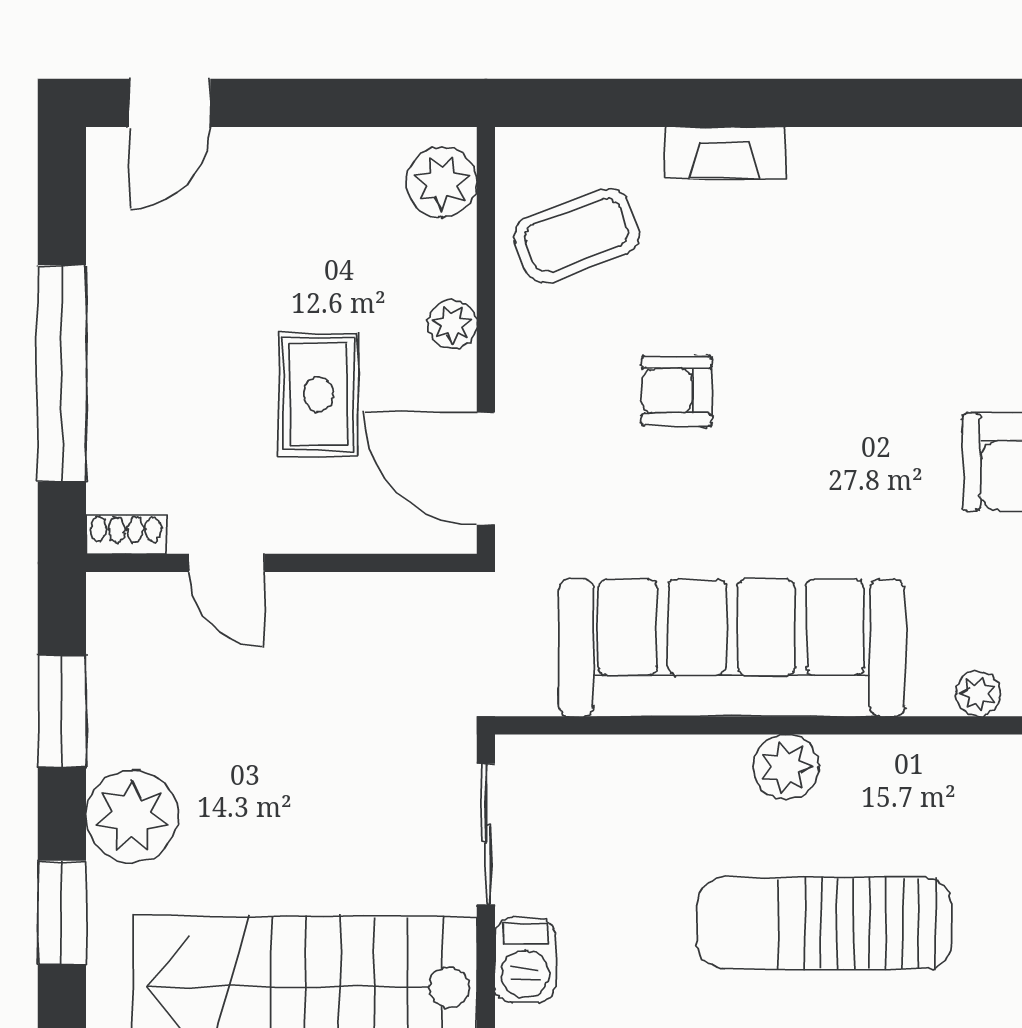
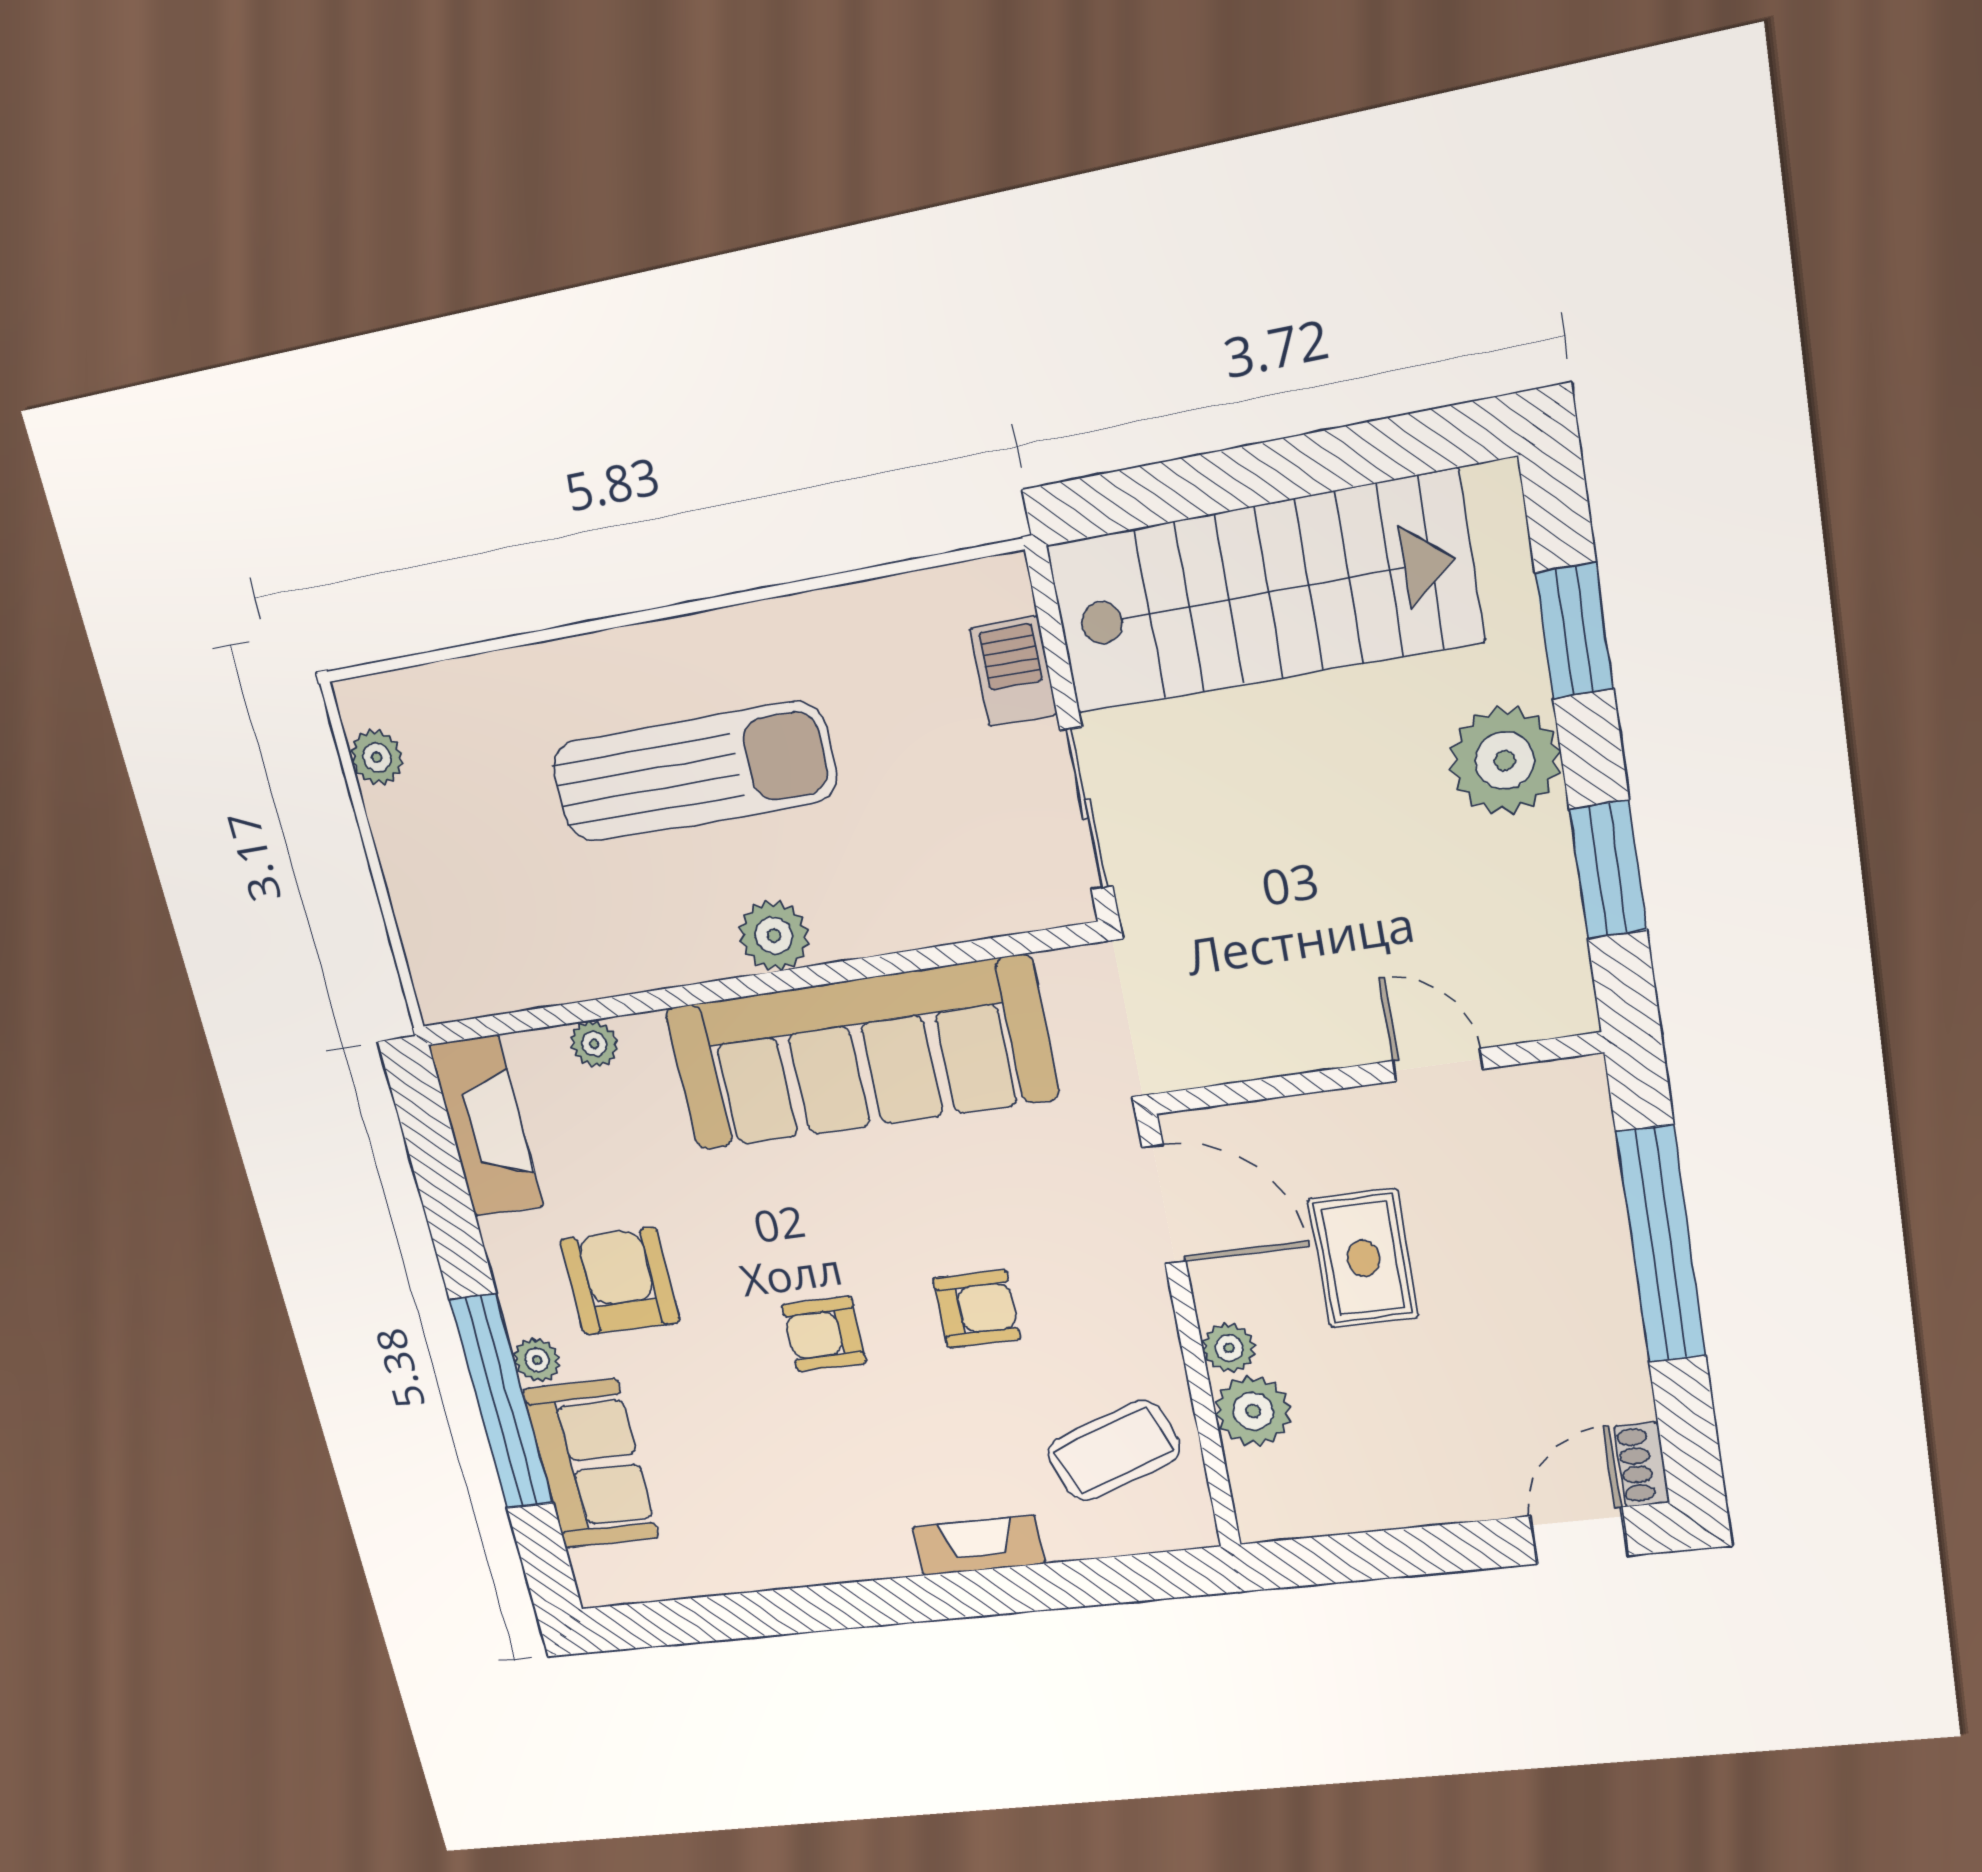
plant: (442, 182) -> (1253, 1411), moved
armchair: (827, 385) -> (824, 1334), added
shoe rack: (126, 535) -> (1642, 1465), moved, turned 90

